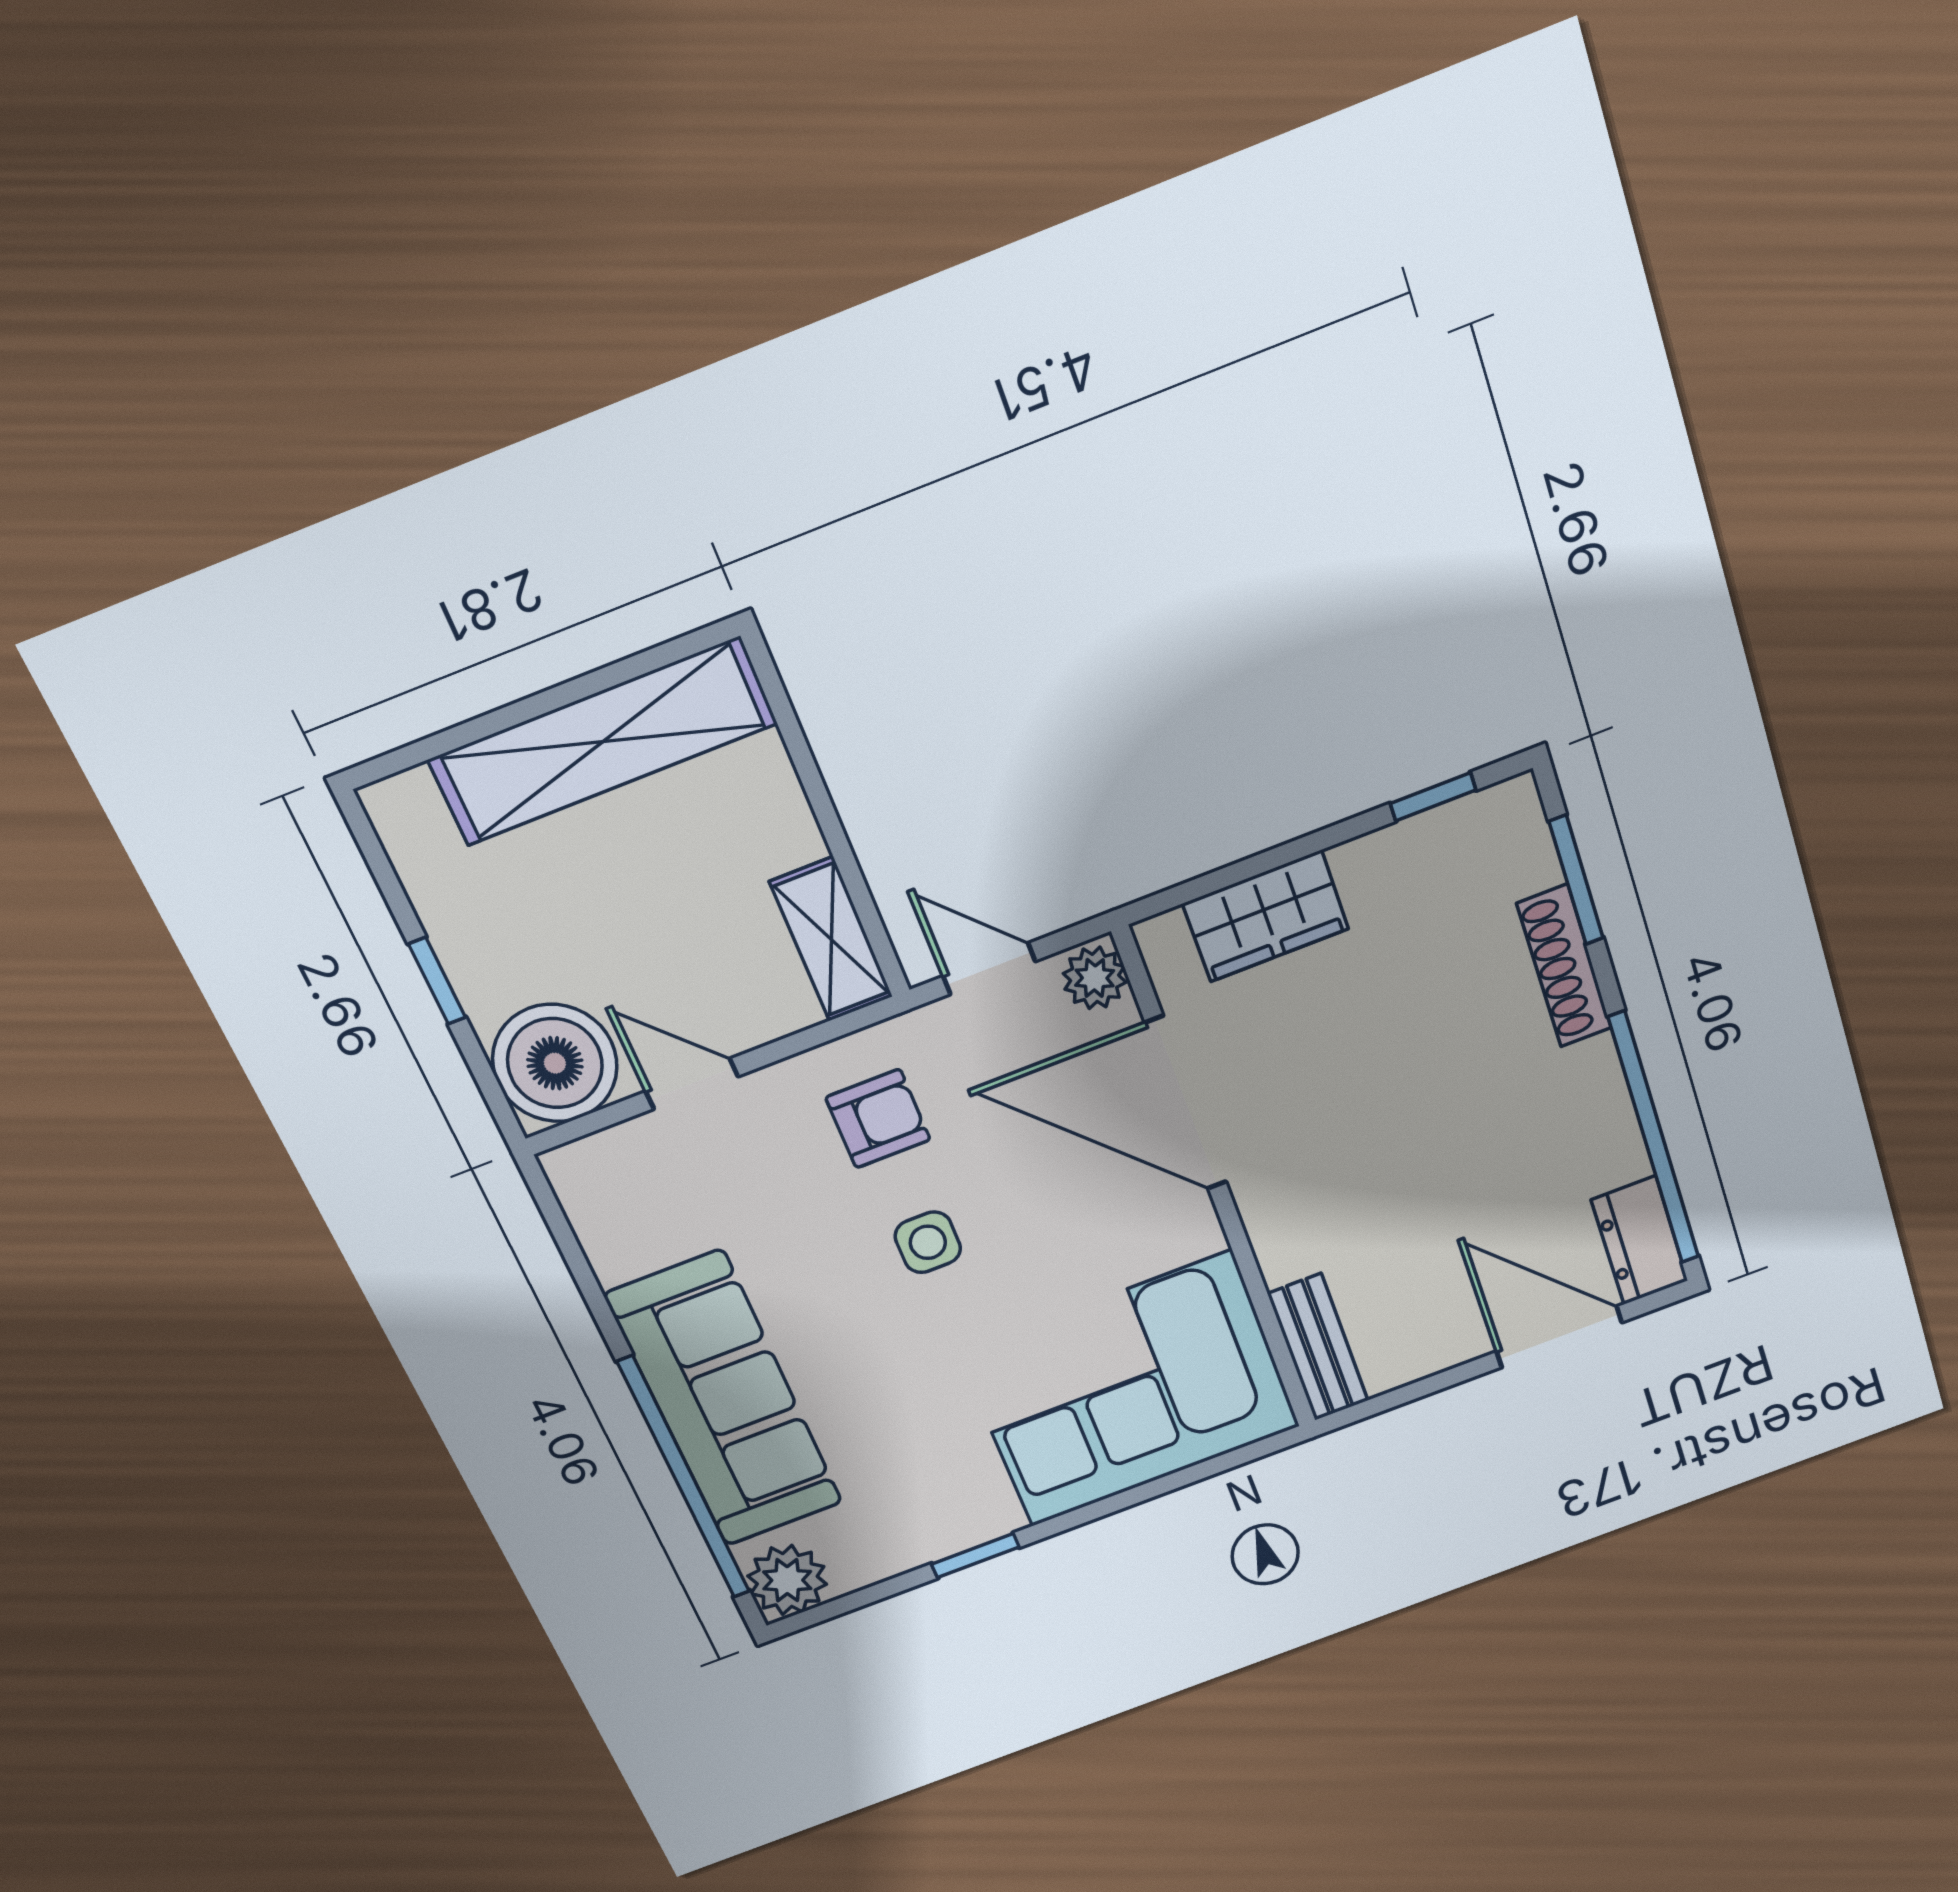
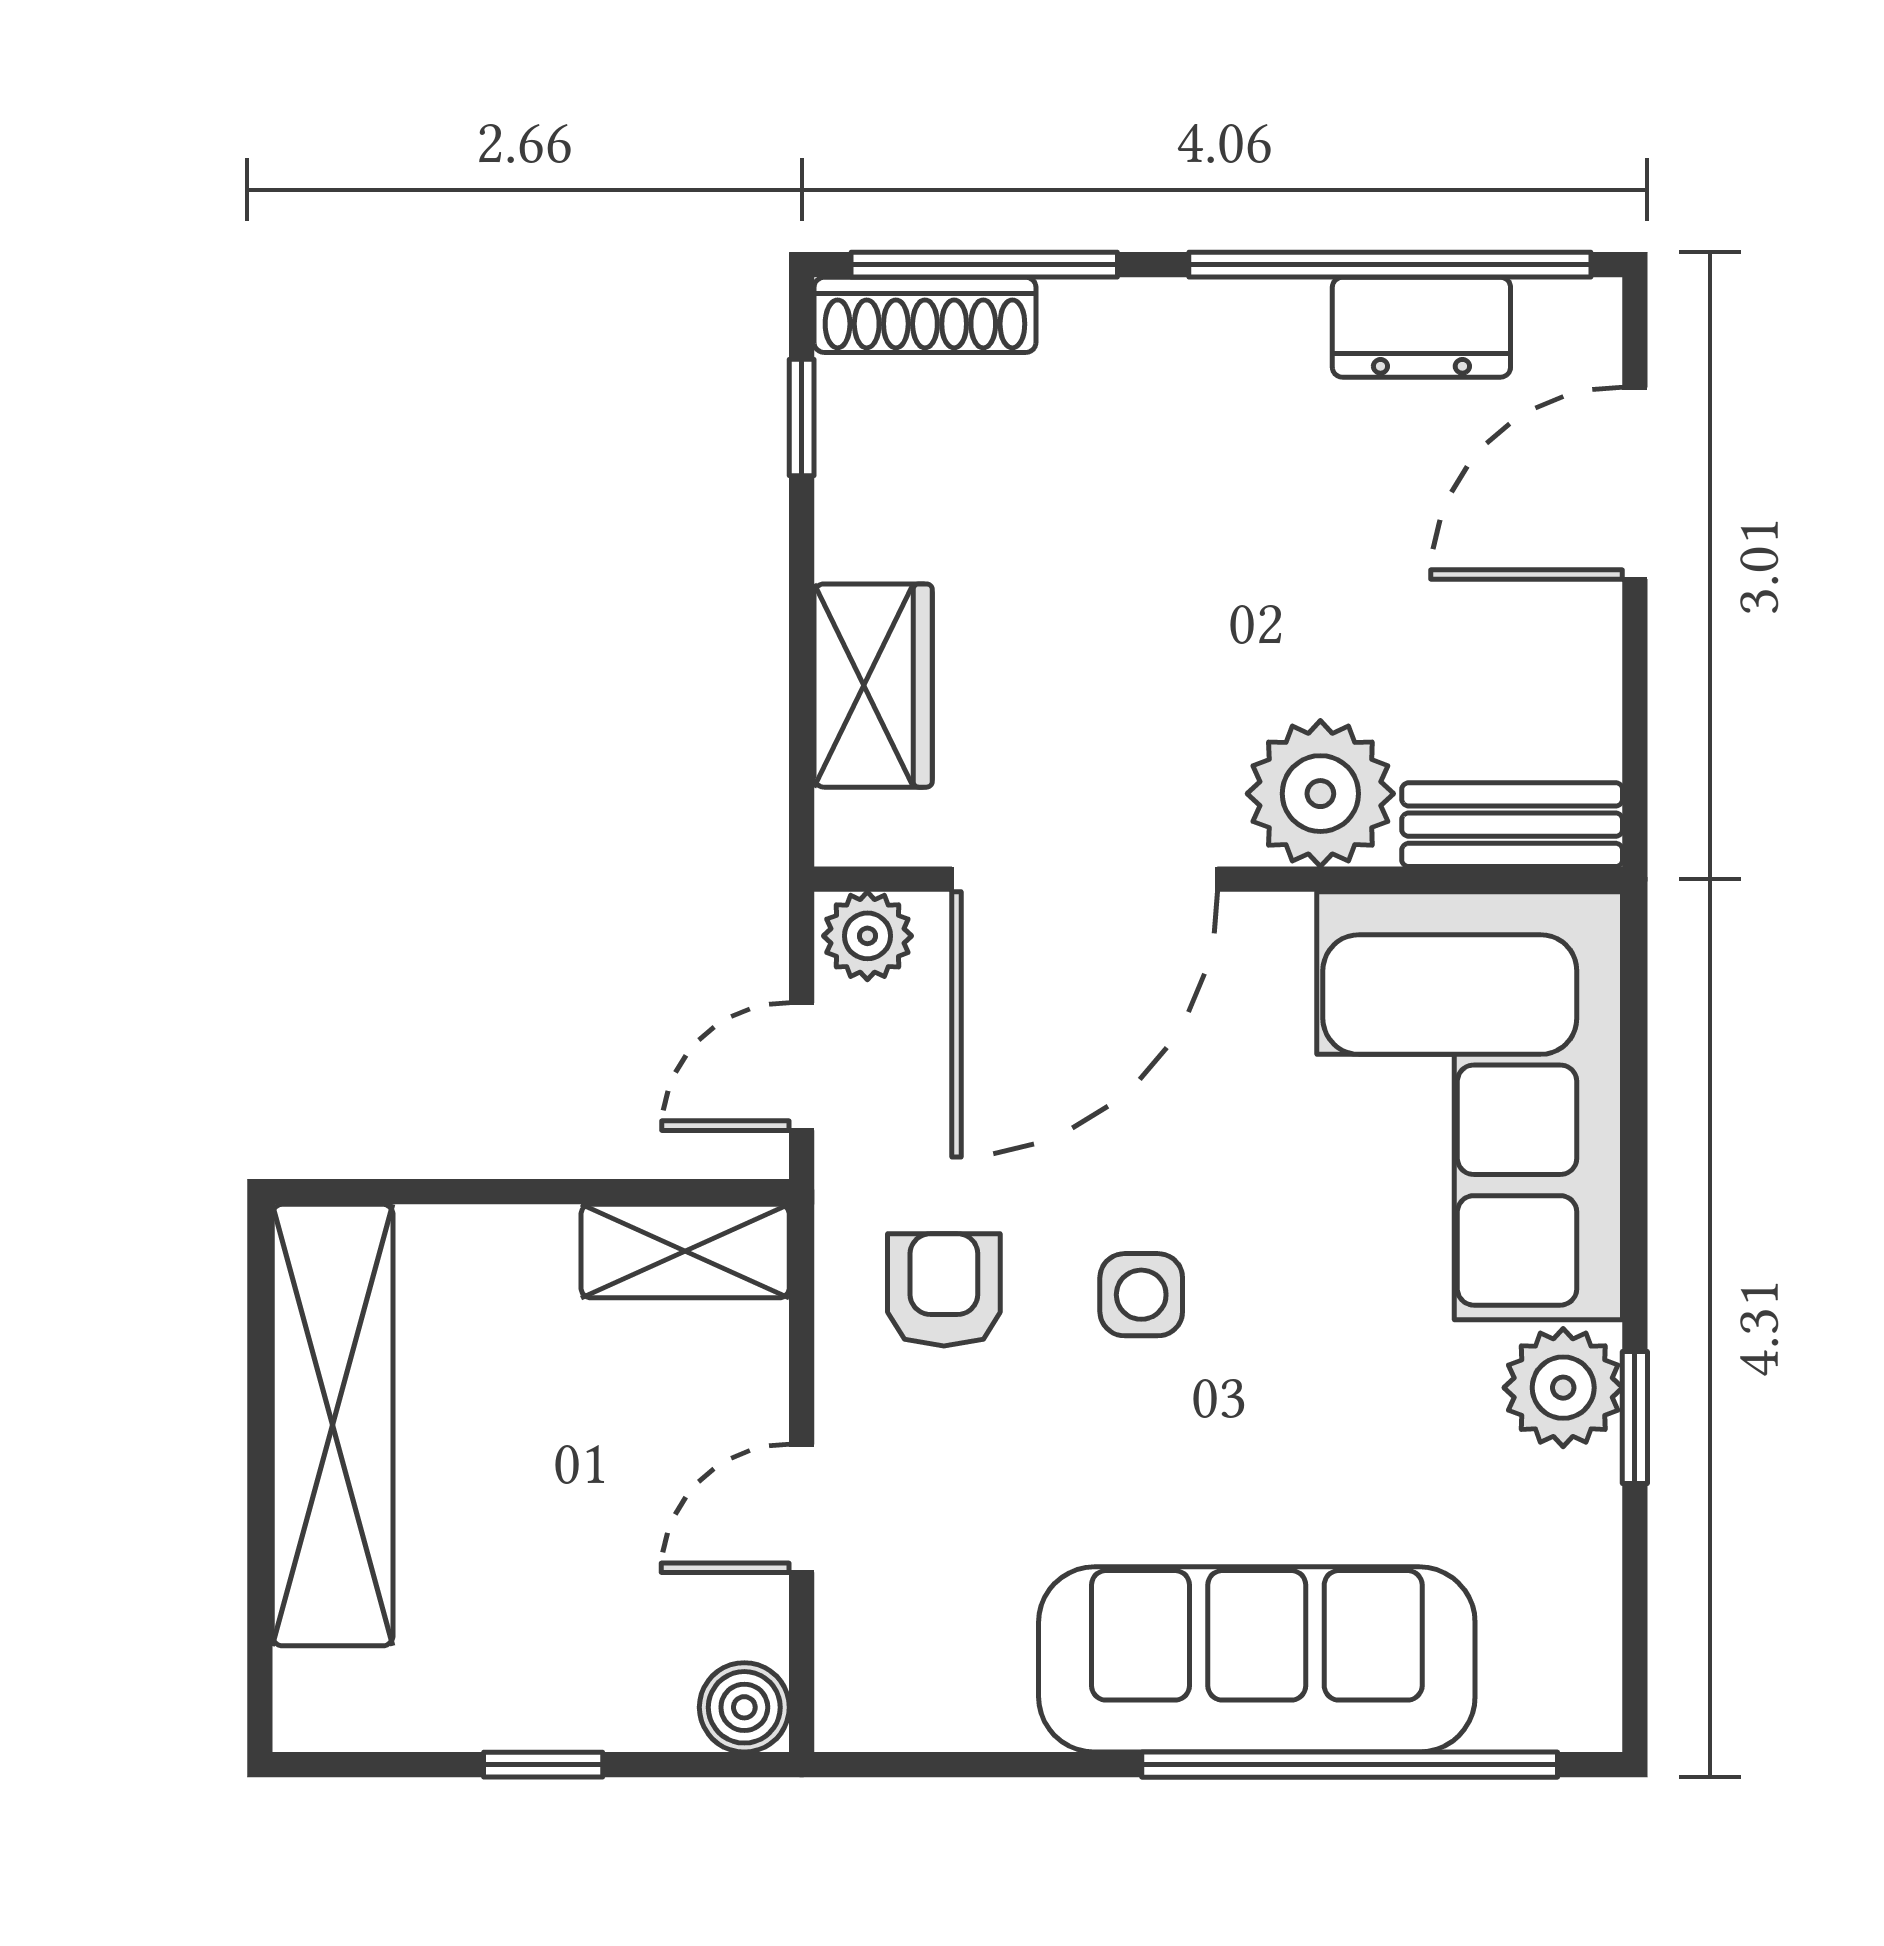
window: (1576, 880) -> (984, 265), width x1.44
shoe rack: (1564, 966) -> (925, 315), moved
boiler: (555, 1063) -> (744, 1707), width x0.54, depth x0.54
plant: (1296, 1227) -> (1320, 794), added
dresser: (1640, 1240) -> (1421, 327), moved
plant: (787, 1580) -> (1563, 1388), moved

